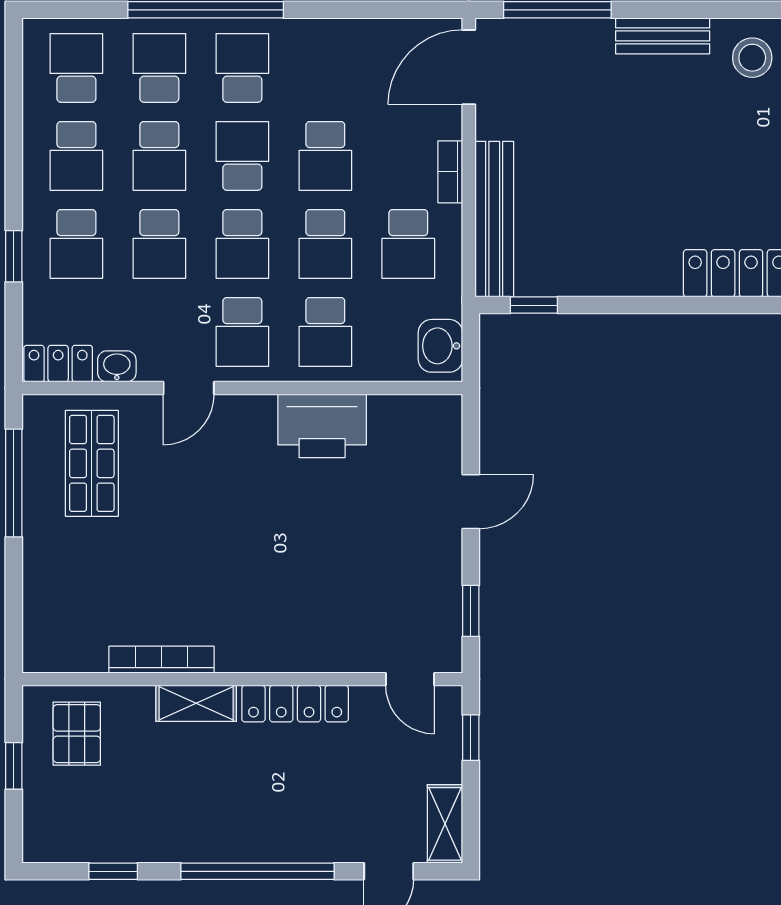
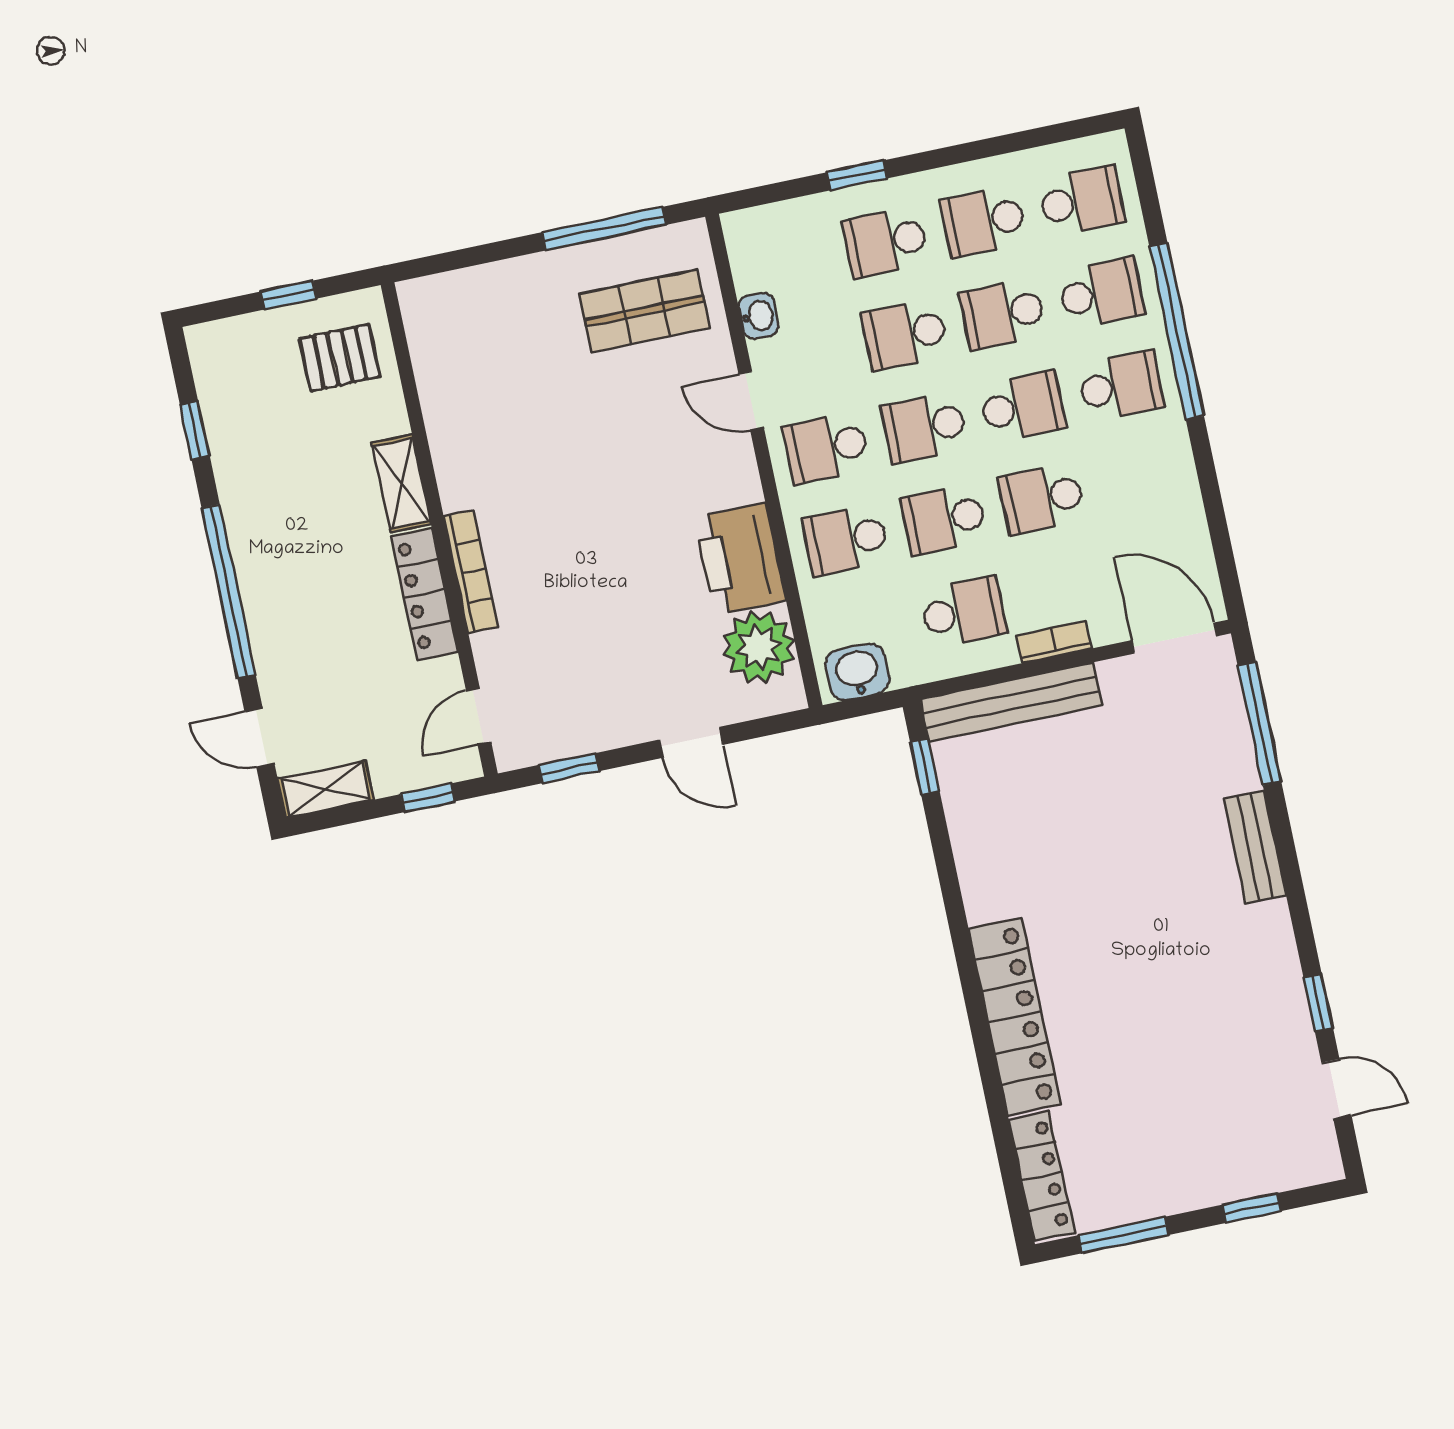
stool: (752, 58) -> (1252, 952), removed
school desk: (408, 244) -> (963, 612), turned 180
locker: (58, 364) -> (748, 250), removed
plant: (402, 426) -> (759, 647), added
bookcase: (162, 660) -> (471, 572), moved

